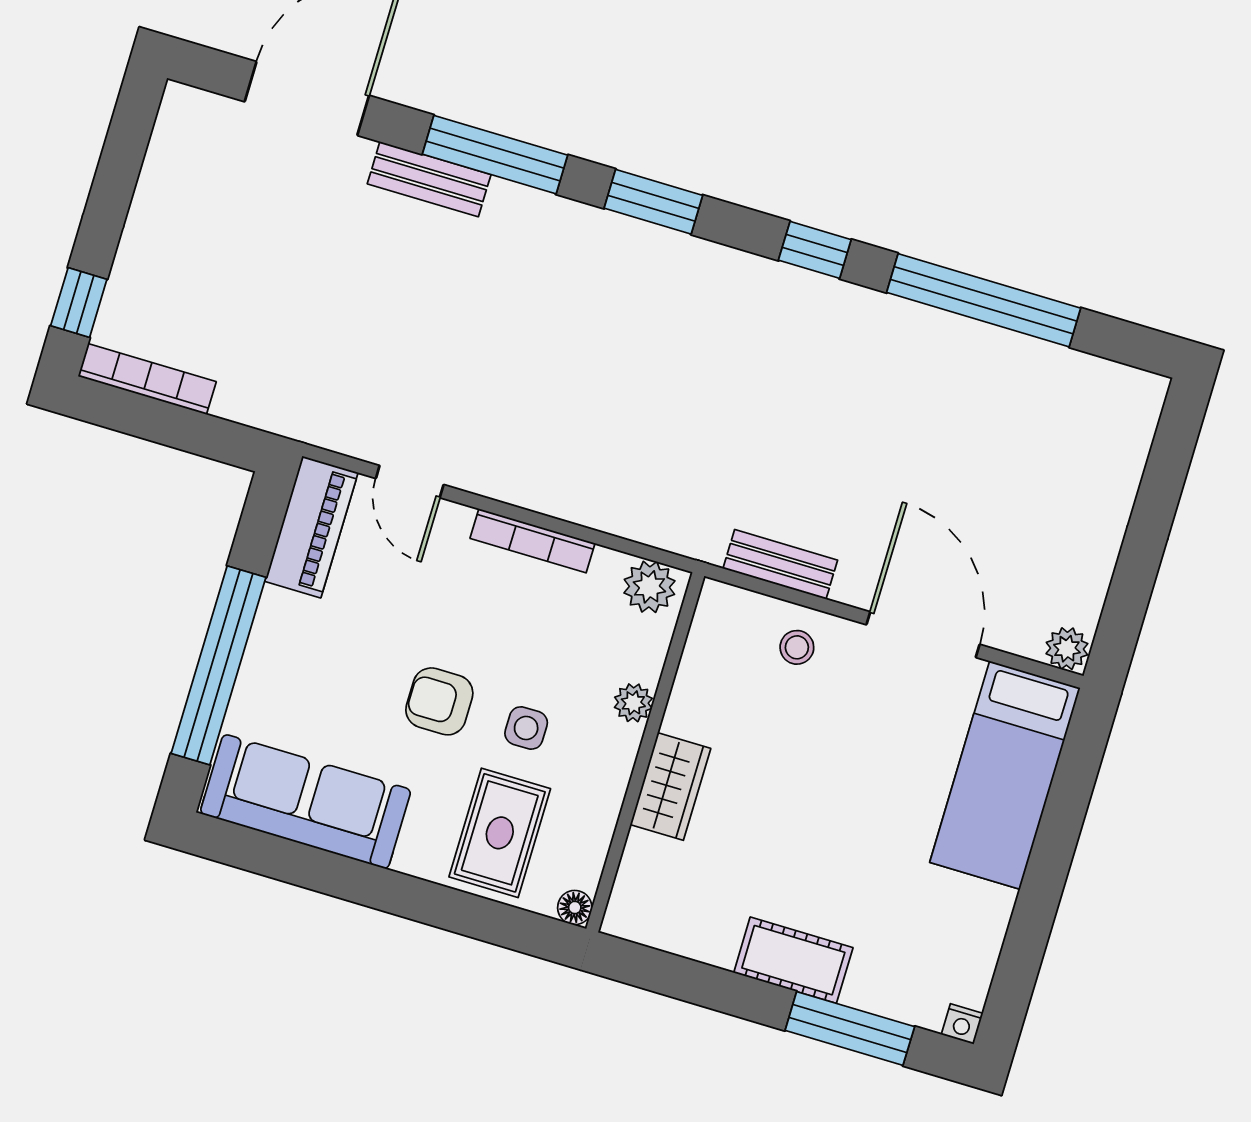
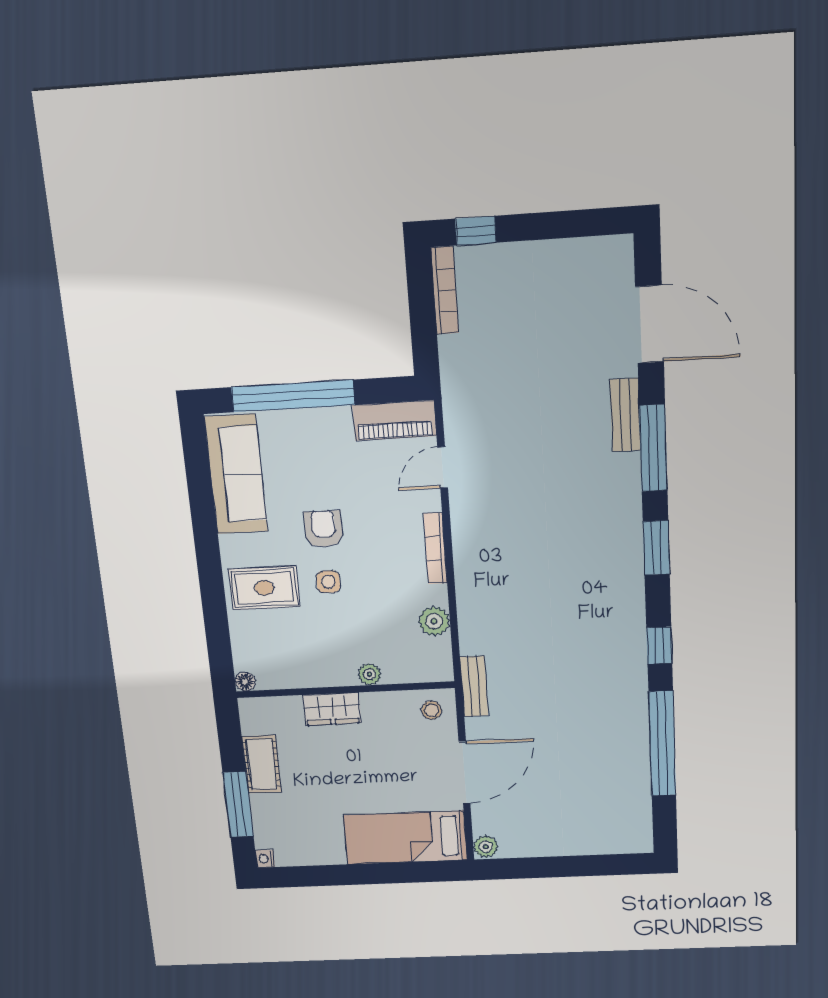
plant: (633, 703) -> (370, 674), moved
wall: (645, 752) -> (345, 690), moved
wardrobe: (670, 787) -> (332, 709), moved
floor lamp: (575, 908) -> (245, 681), moved

